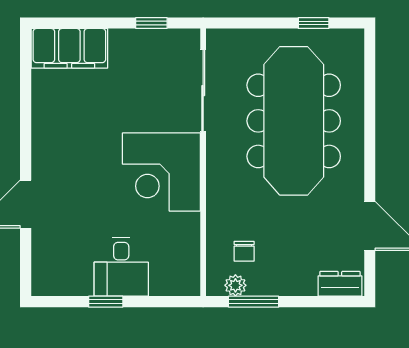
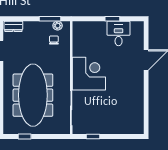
filing cabinet: (69, 48) -> (128, 126), removed
desk: (121, 267) -> (119, 33), moved

